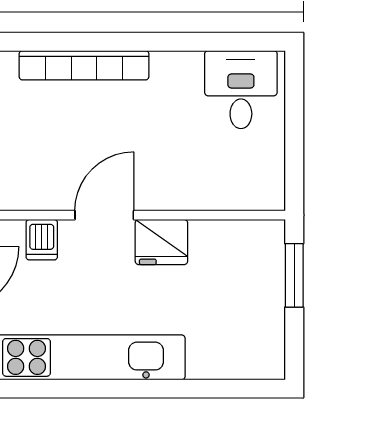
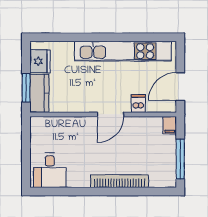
fridge: (161, 242) -> (40, 61), moved, turned 90
kitchen counter: (264, 263) -> (39, 93), added

